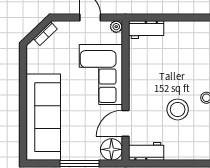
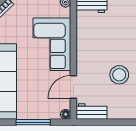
floor lamp: (111, 149) -> (66, 114), width x0.53, depth x0.53

